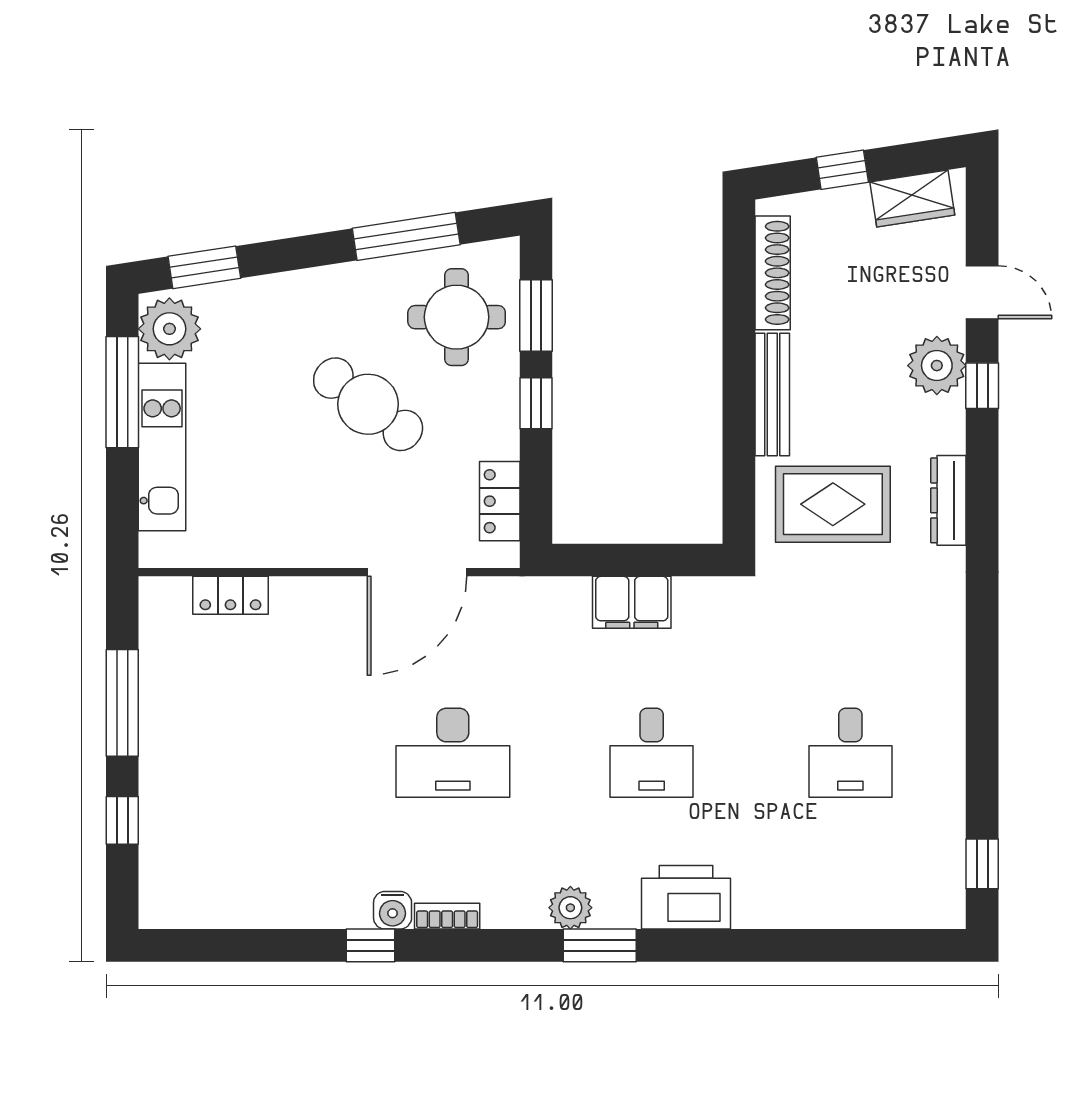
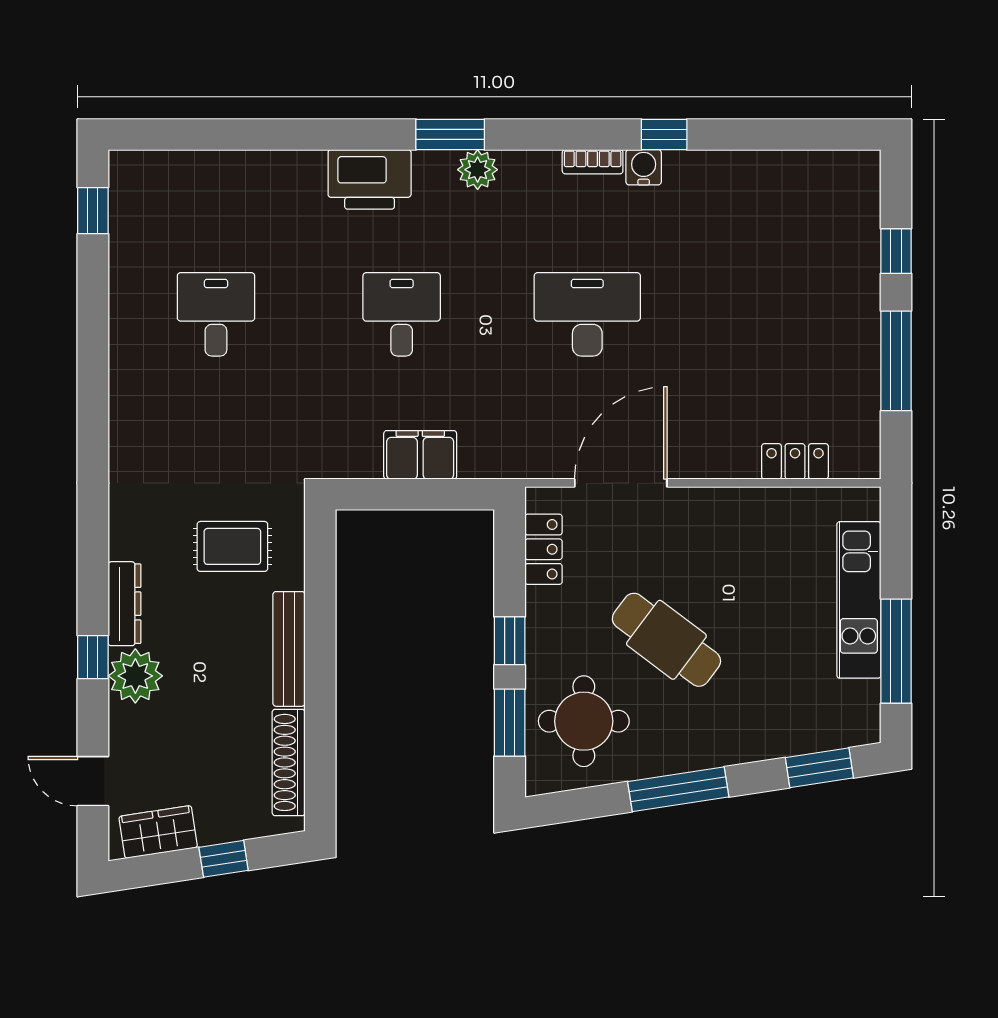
window: (406, 236) -> (678, 789), moved
door: (982, 292) -> (93, 781), moved
plant: (169, 329) -> (852, 710), removed
dresser: (948, 500) -> (124, 604), moved
rug: (833, 504) -> (232, 546), width x0.73, depth x0.70

